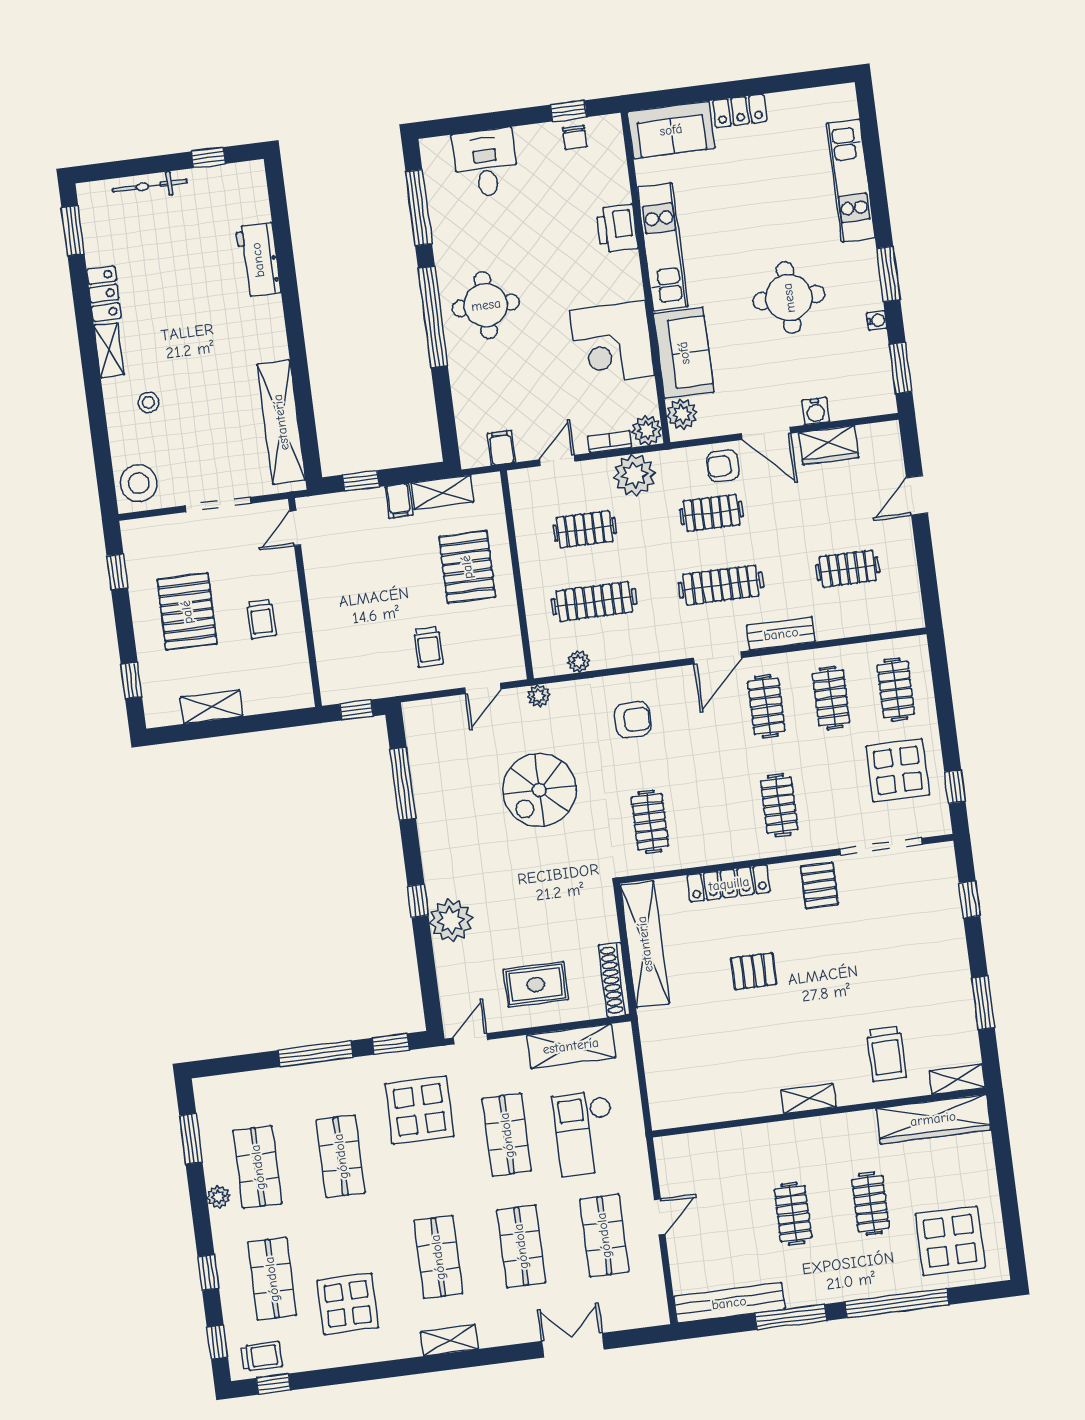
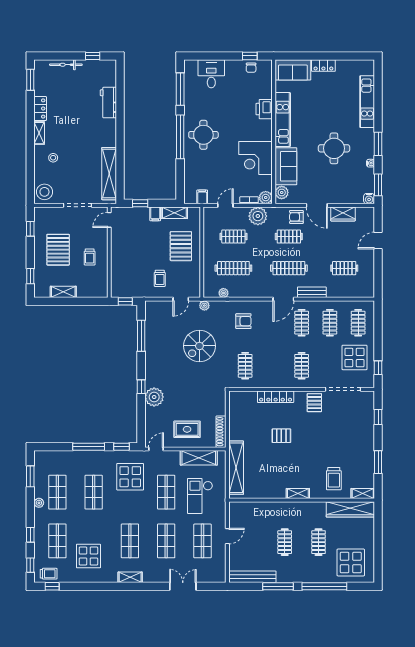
water cooler: (816, 411) -> (369, 199), moved
shelving: (645, 944) -> (236, 468), moved

